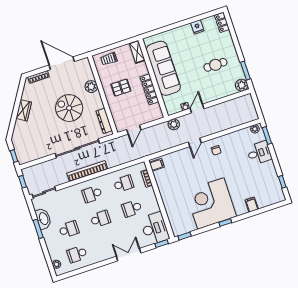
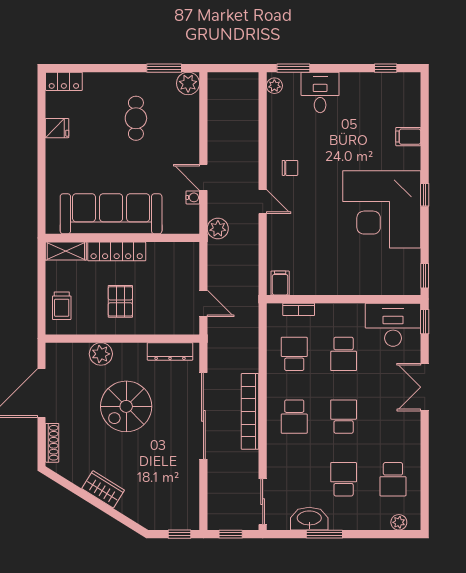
locker: (149, 89) -> (117, 251), moved

